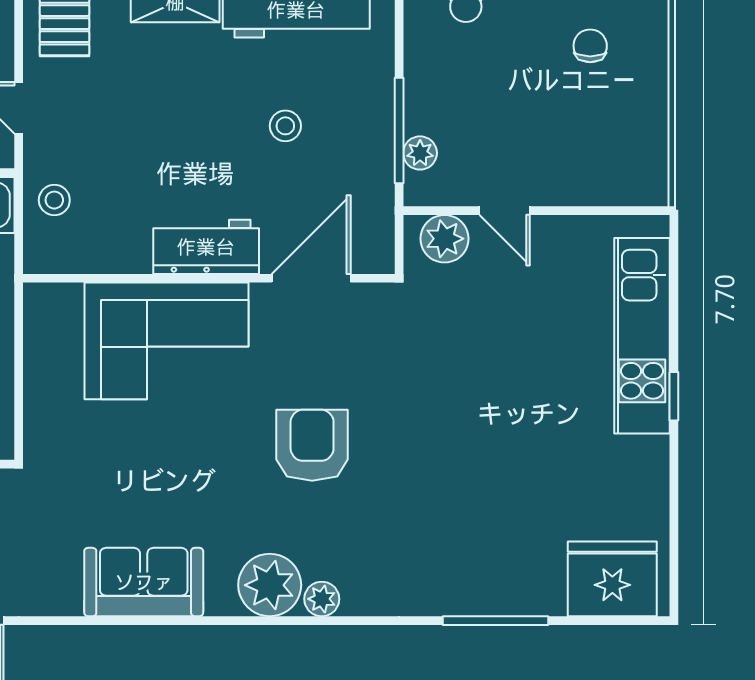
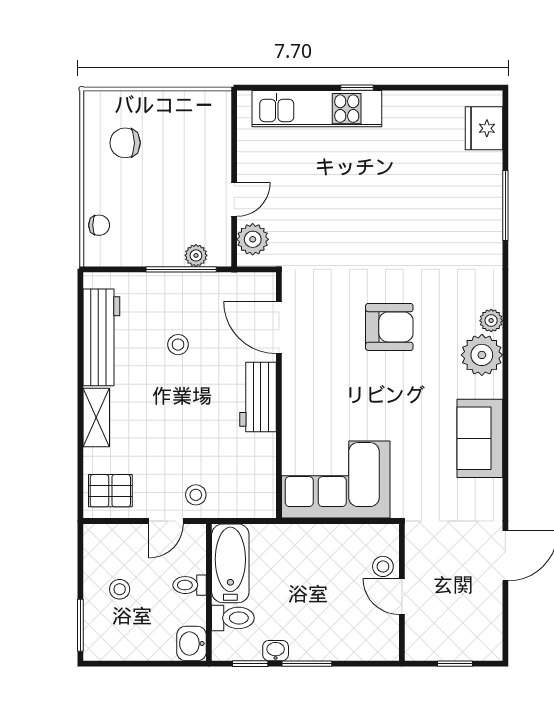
chair: (590, 46) -> (125, 143), width x1.37, depth x1.37
stool: (54, 200) -> (196, 495), moved
corner sofa: (167, 341) -> (336, 480), moved, turned -90
armchair: (312, 445) -> (389, 327), turned 180
fridge: (612, 579) -> (484, 128), width x0.73, depth x0.75

